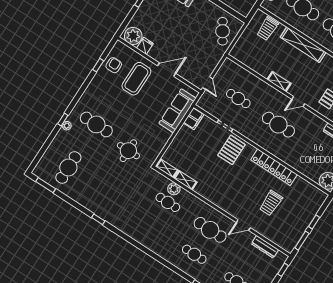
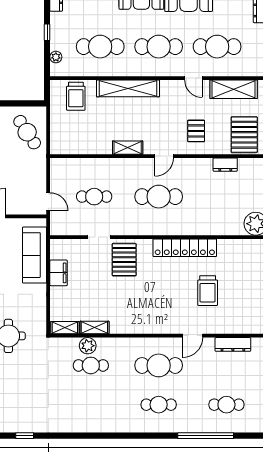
filing cabinet: (194, 118) -> (59, 273), moved

